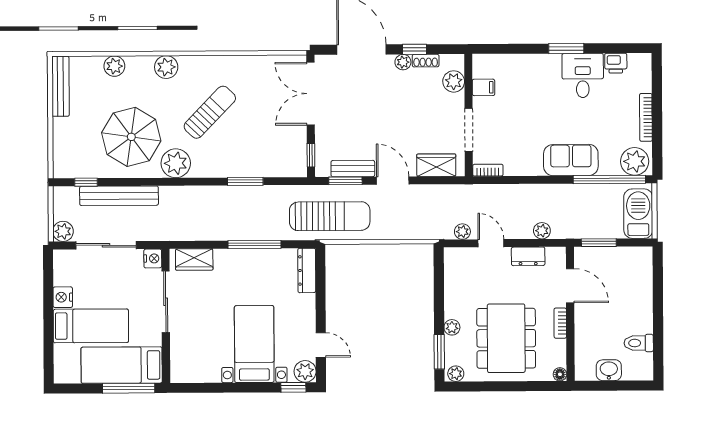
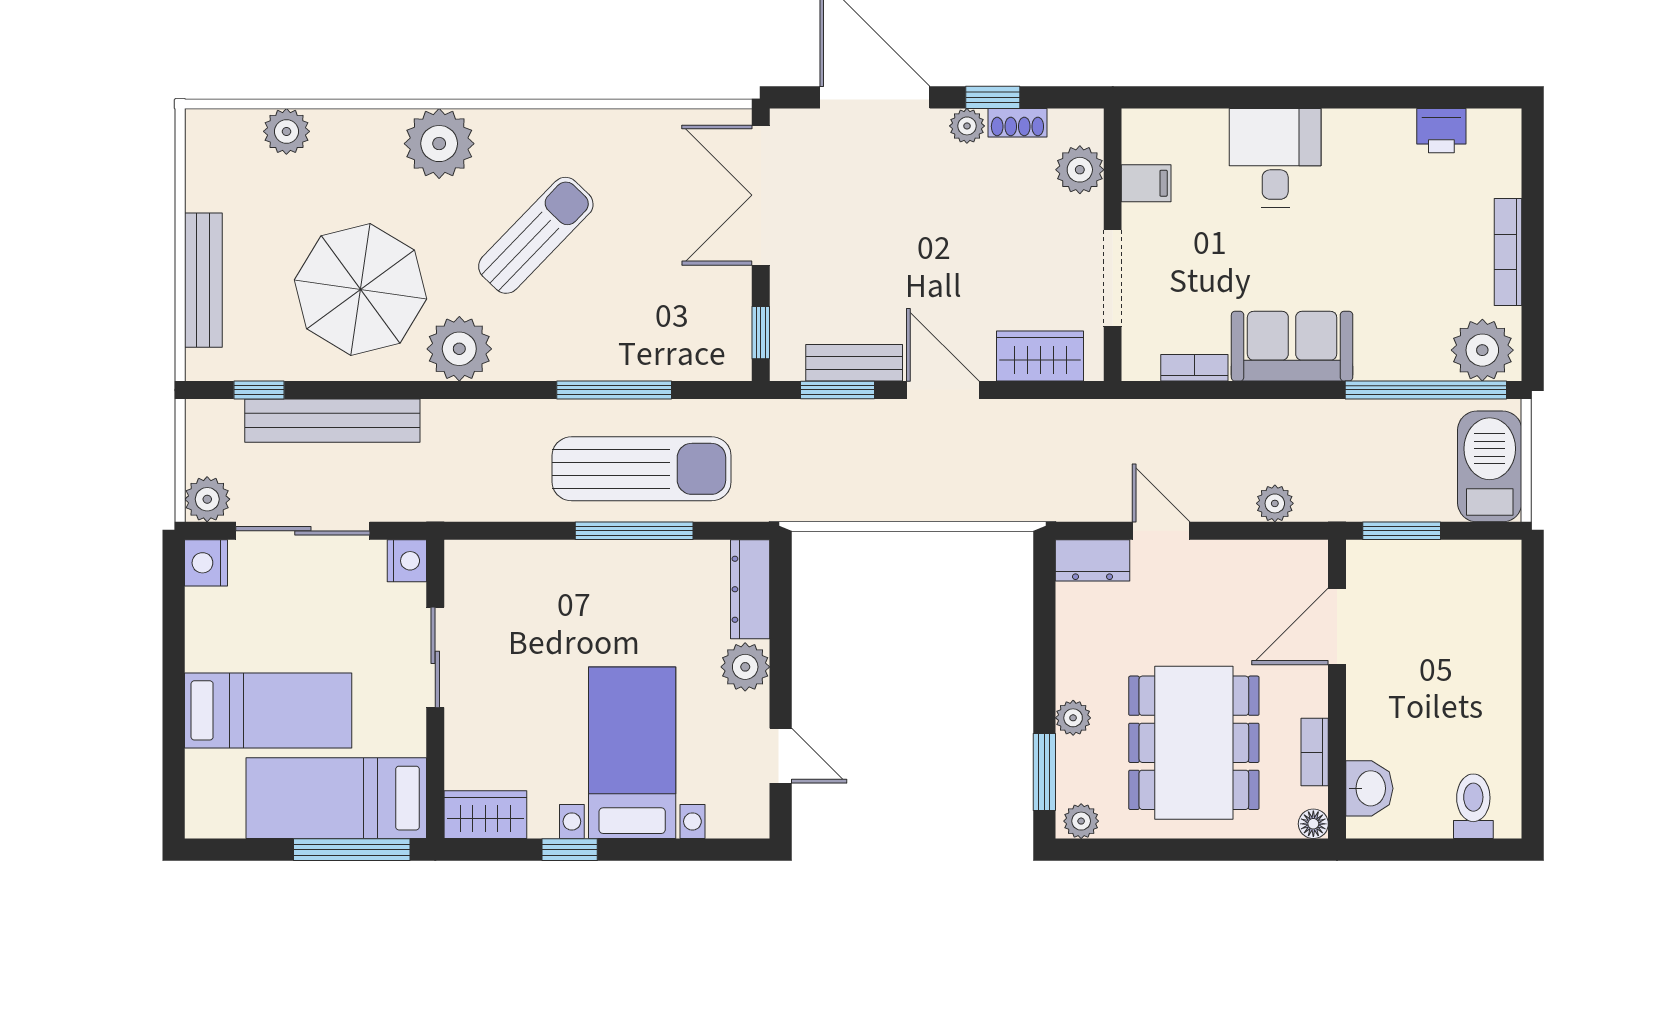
window: (566, 48) -> (1331, 97), removed
plant: (114, 66) -> (286, 131), moved
plant: (166, 67) -> (439, 144), width x1.36, depth x1.36
desk: (583, 75) -> (1275, 158), moved
bench: (61, 86) -> (203, 280), moved
sofa: (571, 160) -> (1292, 346), moved
bookcase: (488, 170) -> (1194, 368), moved
window: (245, 181) -> (614, 390), width x1.44
sun lounger: (330, 216) -> (642, 469), moved
plant: (462, 232) -> (1098, 504), removed
dresser: (528, 256) -> (1093, 560), moved
wardrobe: (194, 259) -> (485, 815), moved, turned 180
door: (570, 286) -> (1337, 626), swing flipped
nightstand: (63, 297) -> (206, 563), moved
sliding door: (166, 302) -> (435, 657), width x0.73
bookcase: (560, 323) -> (1315, 752), moved
toilet: (639, 343) -> (1473, 806), moved, turned 90
washbasin: (609, 370) -> (1369, 788), moved, turned 90
plant: (305, 371) -> (745, 667), moved
window: (293, 387) -> (570, 850), moved

